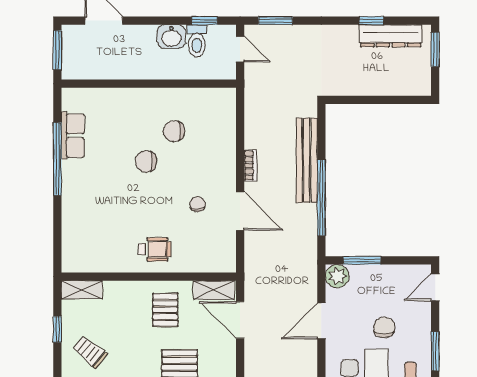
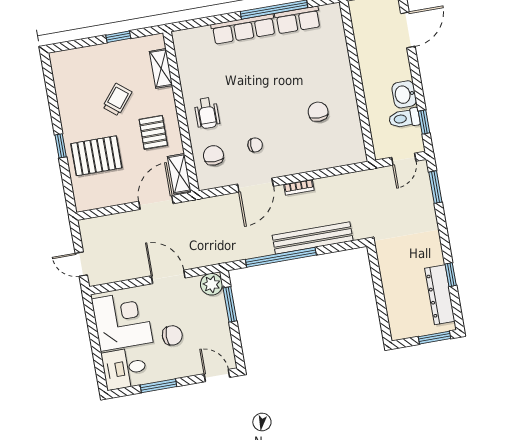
chair: (146, 161) -> (213, 155), moved
row of seats: (72, 195) -> (243, 29), added
shelving: (82, 290) -> (161, 68), moved
pallet: (165, 310) -> (153, 132), turned 90
trolley: (90, 352) -> (117, 100), moved

